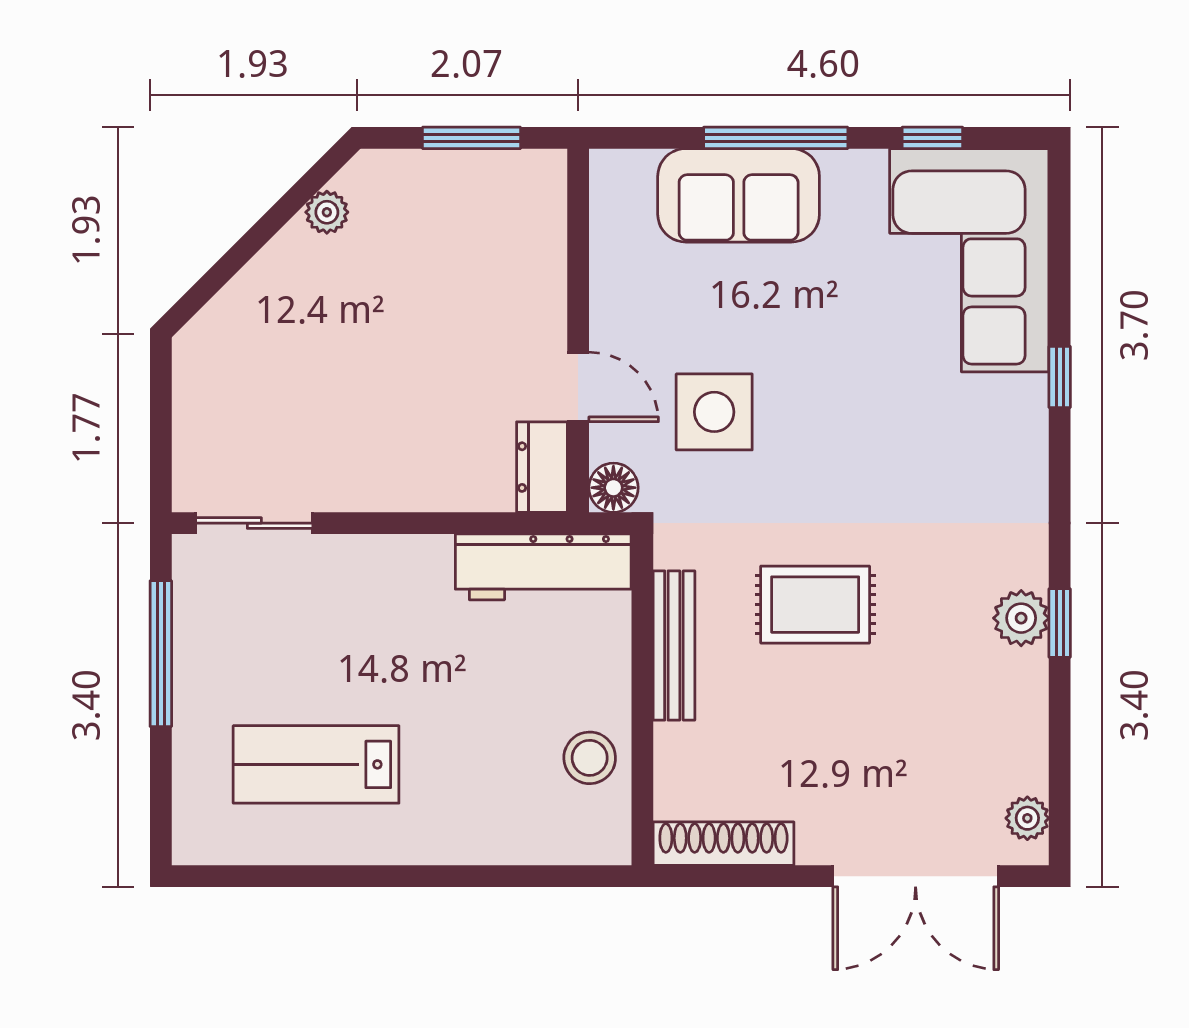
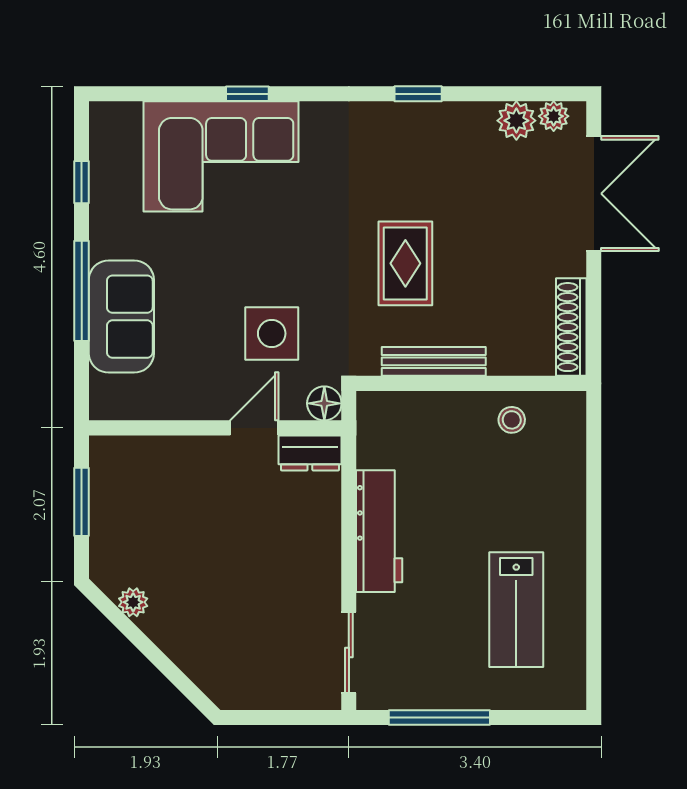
corner sofa: (969, 260) -> (221, 156), moved
workbench: (543, 567) -> (379, 531), moved
plant: (1021, 618) -> (516, 121), moved
stool: (590, 758) -> (512, 420), width x0.73, depth x0.73

